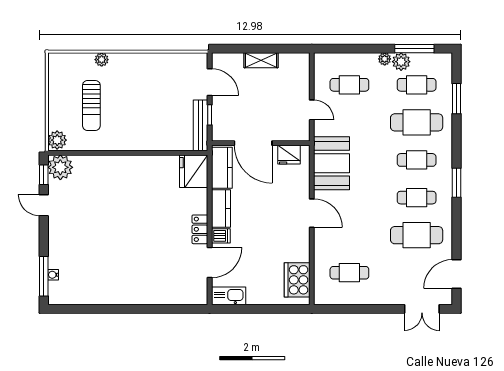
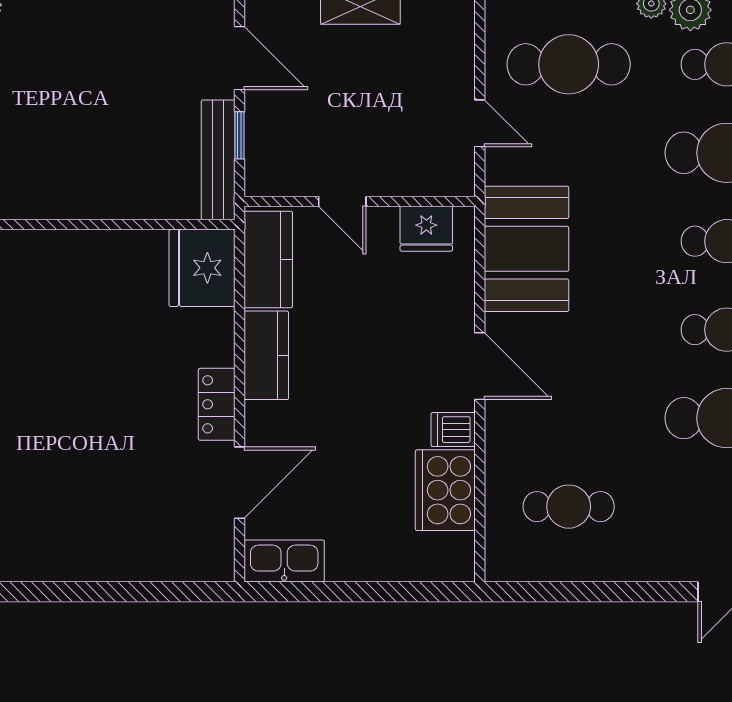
cafe table: (349, 85) -> (569, 64), width x1.37, depth x1.35
door: (253, 143) -> (342, 202), width x0.53
dishwasher: (221, 236) -> (453, 430), moved, turned 180
cooker: (297, 280) -> (445, 490), moved

